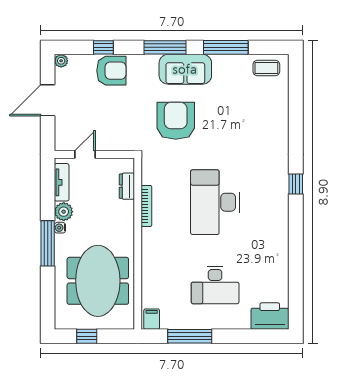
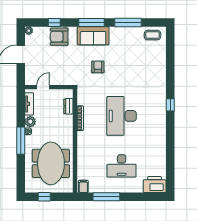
sofa: (185, 69) -> (93, 36), moved
armchair: (111, 71) -> (59, 37), turned 180
armchair: (176, 121) -> (98, 67), width x0.53, depth x0.53

